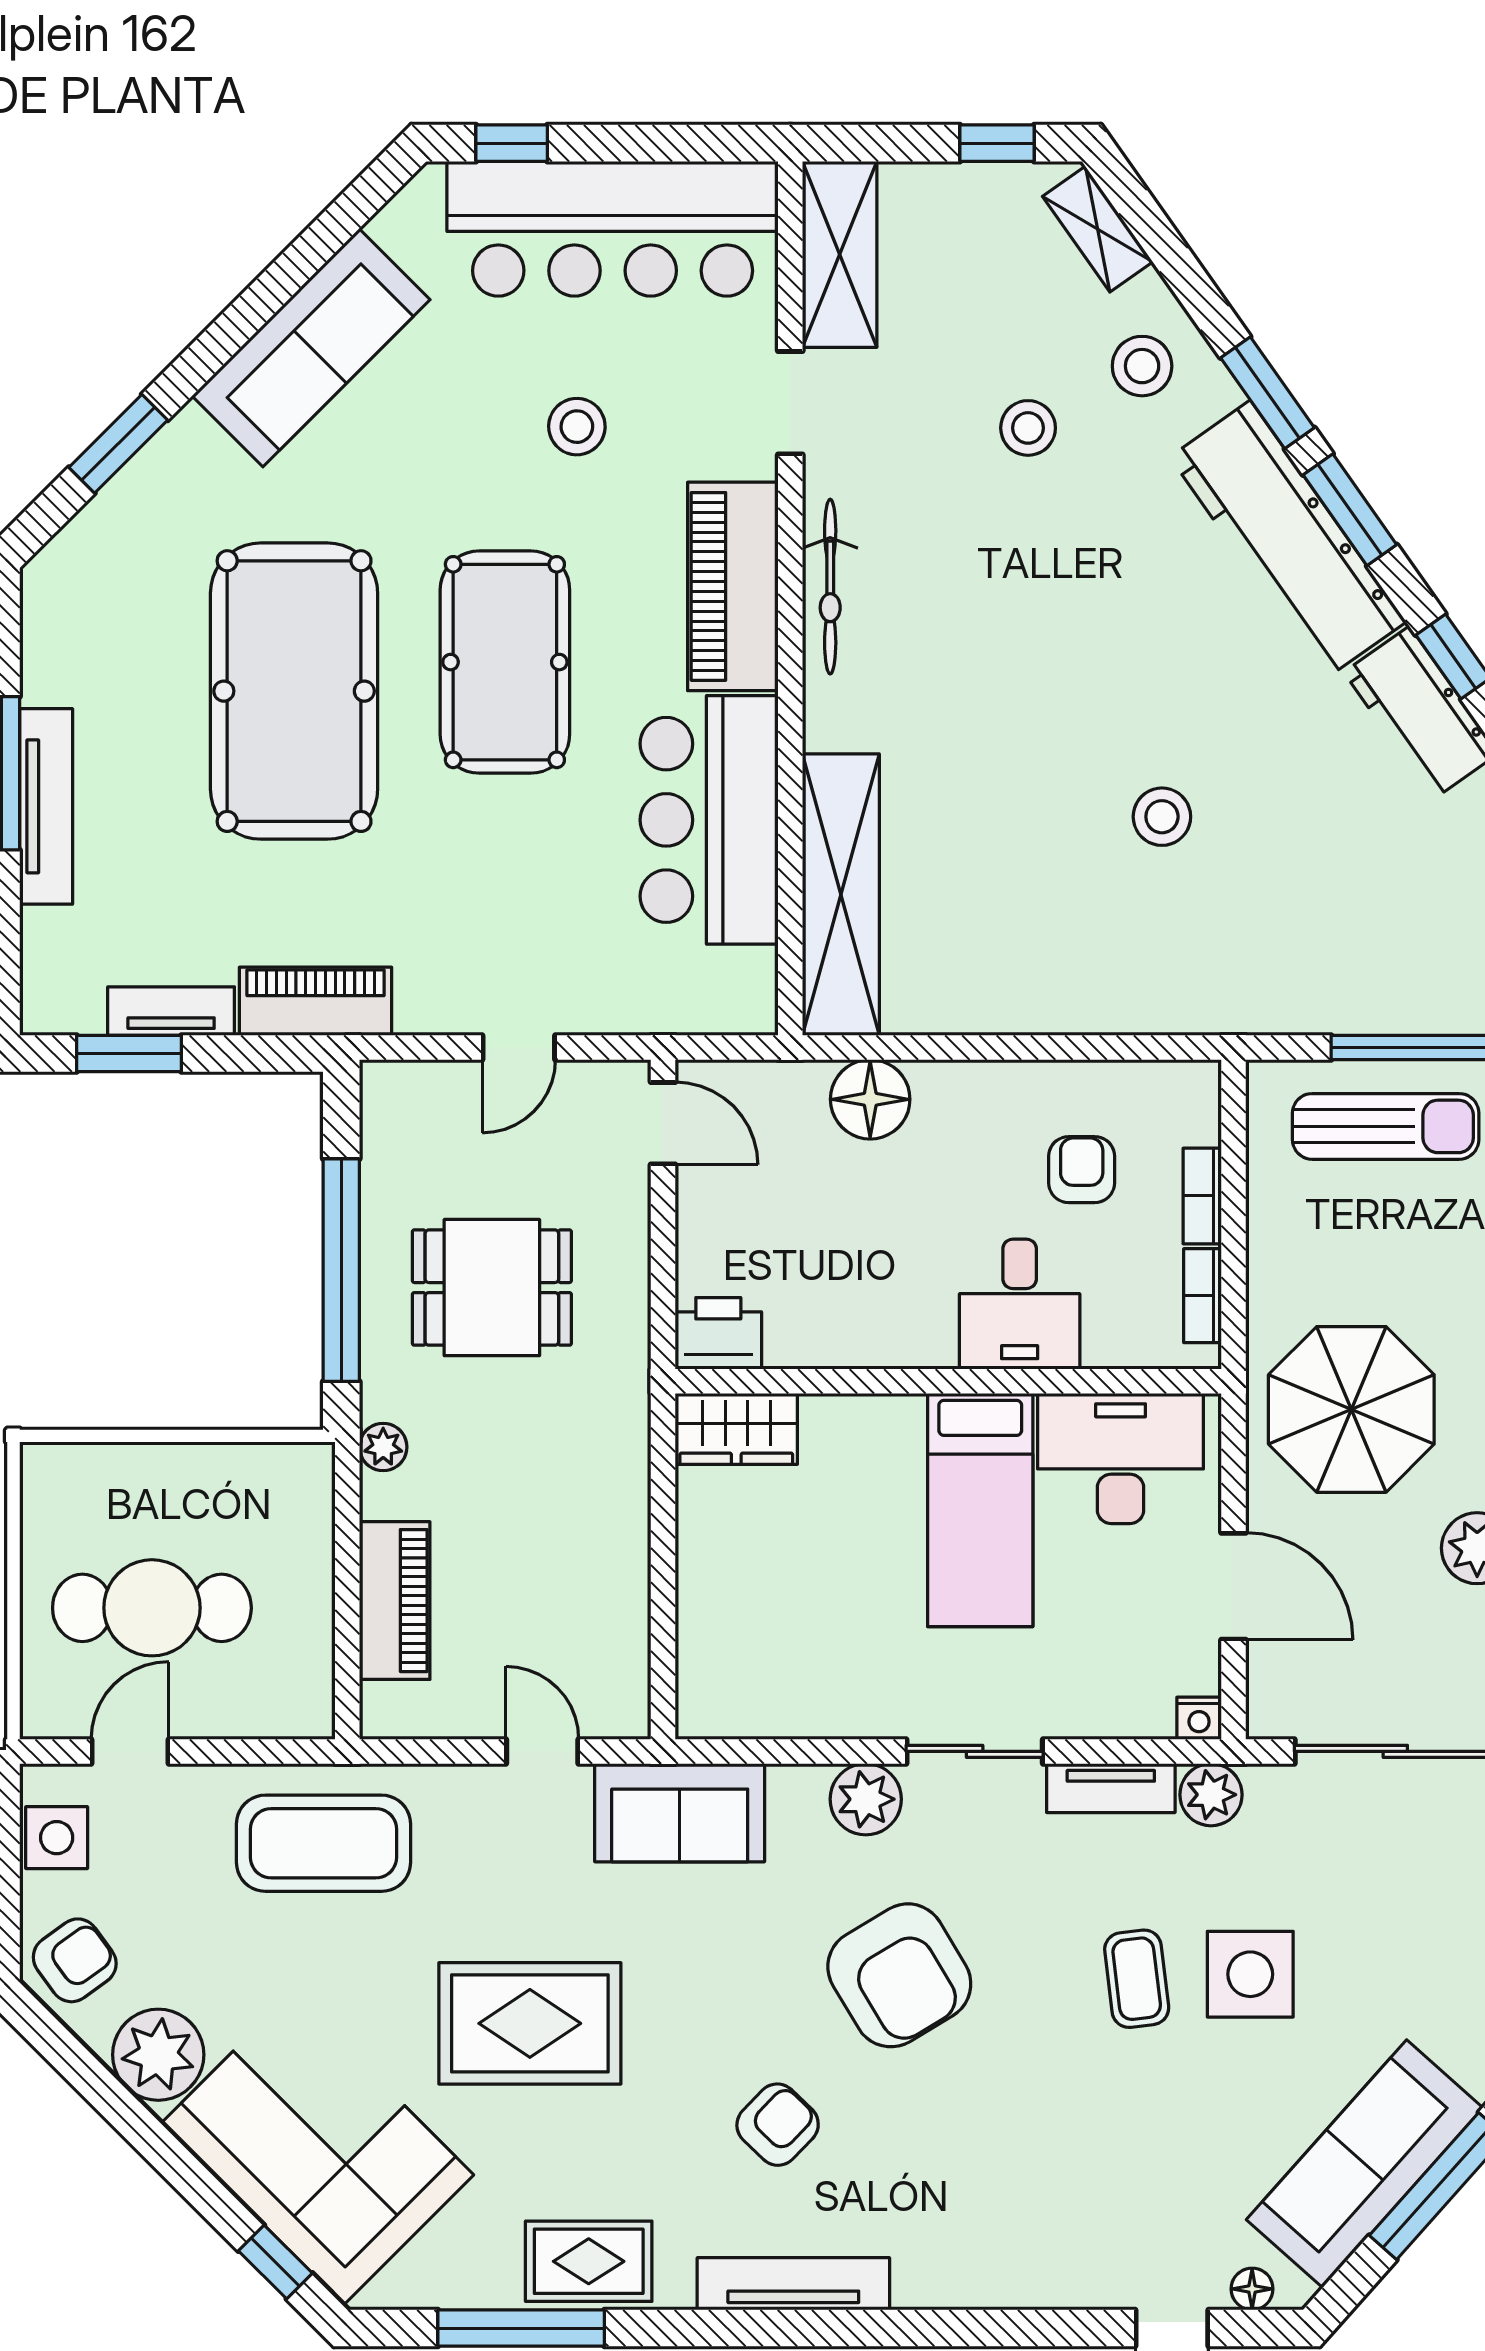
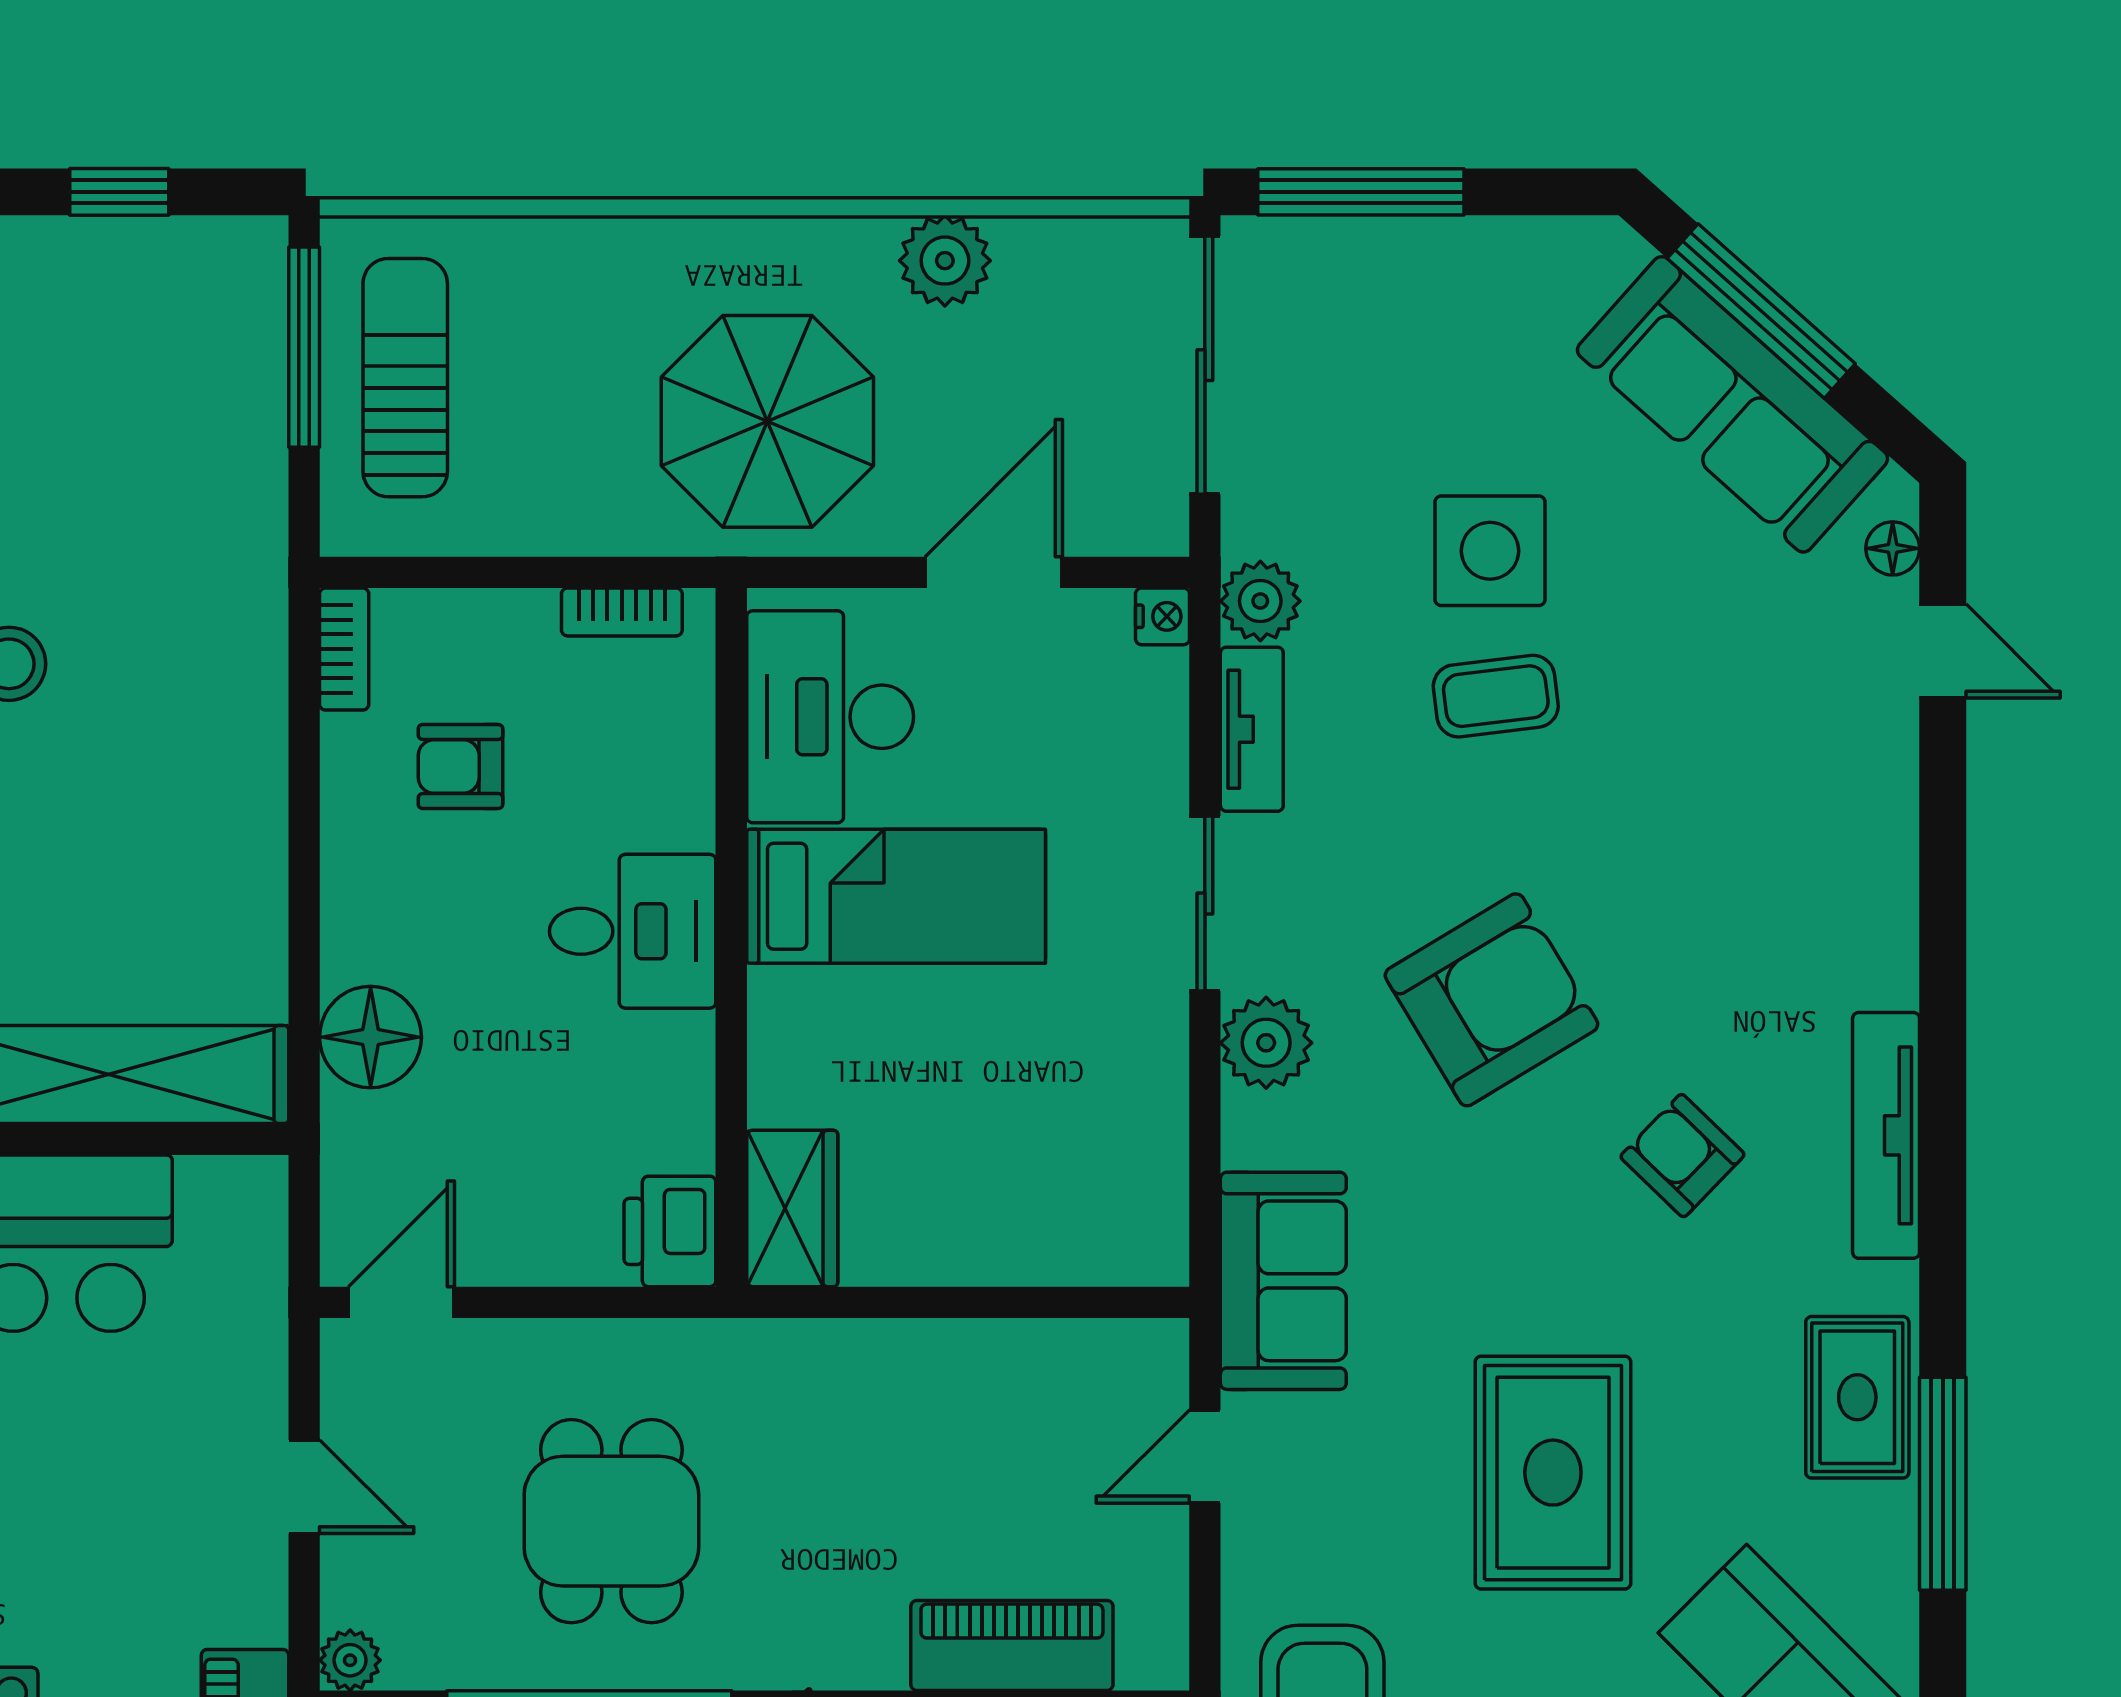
bookcase: (1202, 1196) -> (344, 649), moved, turned -90
desk: (1020, 1304) -> (633, 931), moved
plant: (383, 1447) -> (350, 1660), moved

